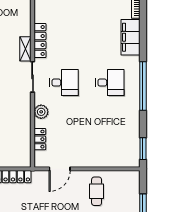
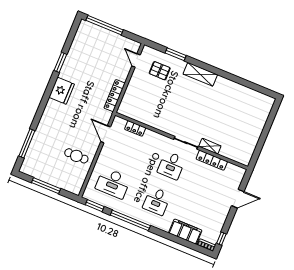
window: (143, 86) -> (130, 220), moved
plant: (41, 112) -> (156, 138), removed
desk: (110, 139) -> (113, 183), added

